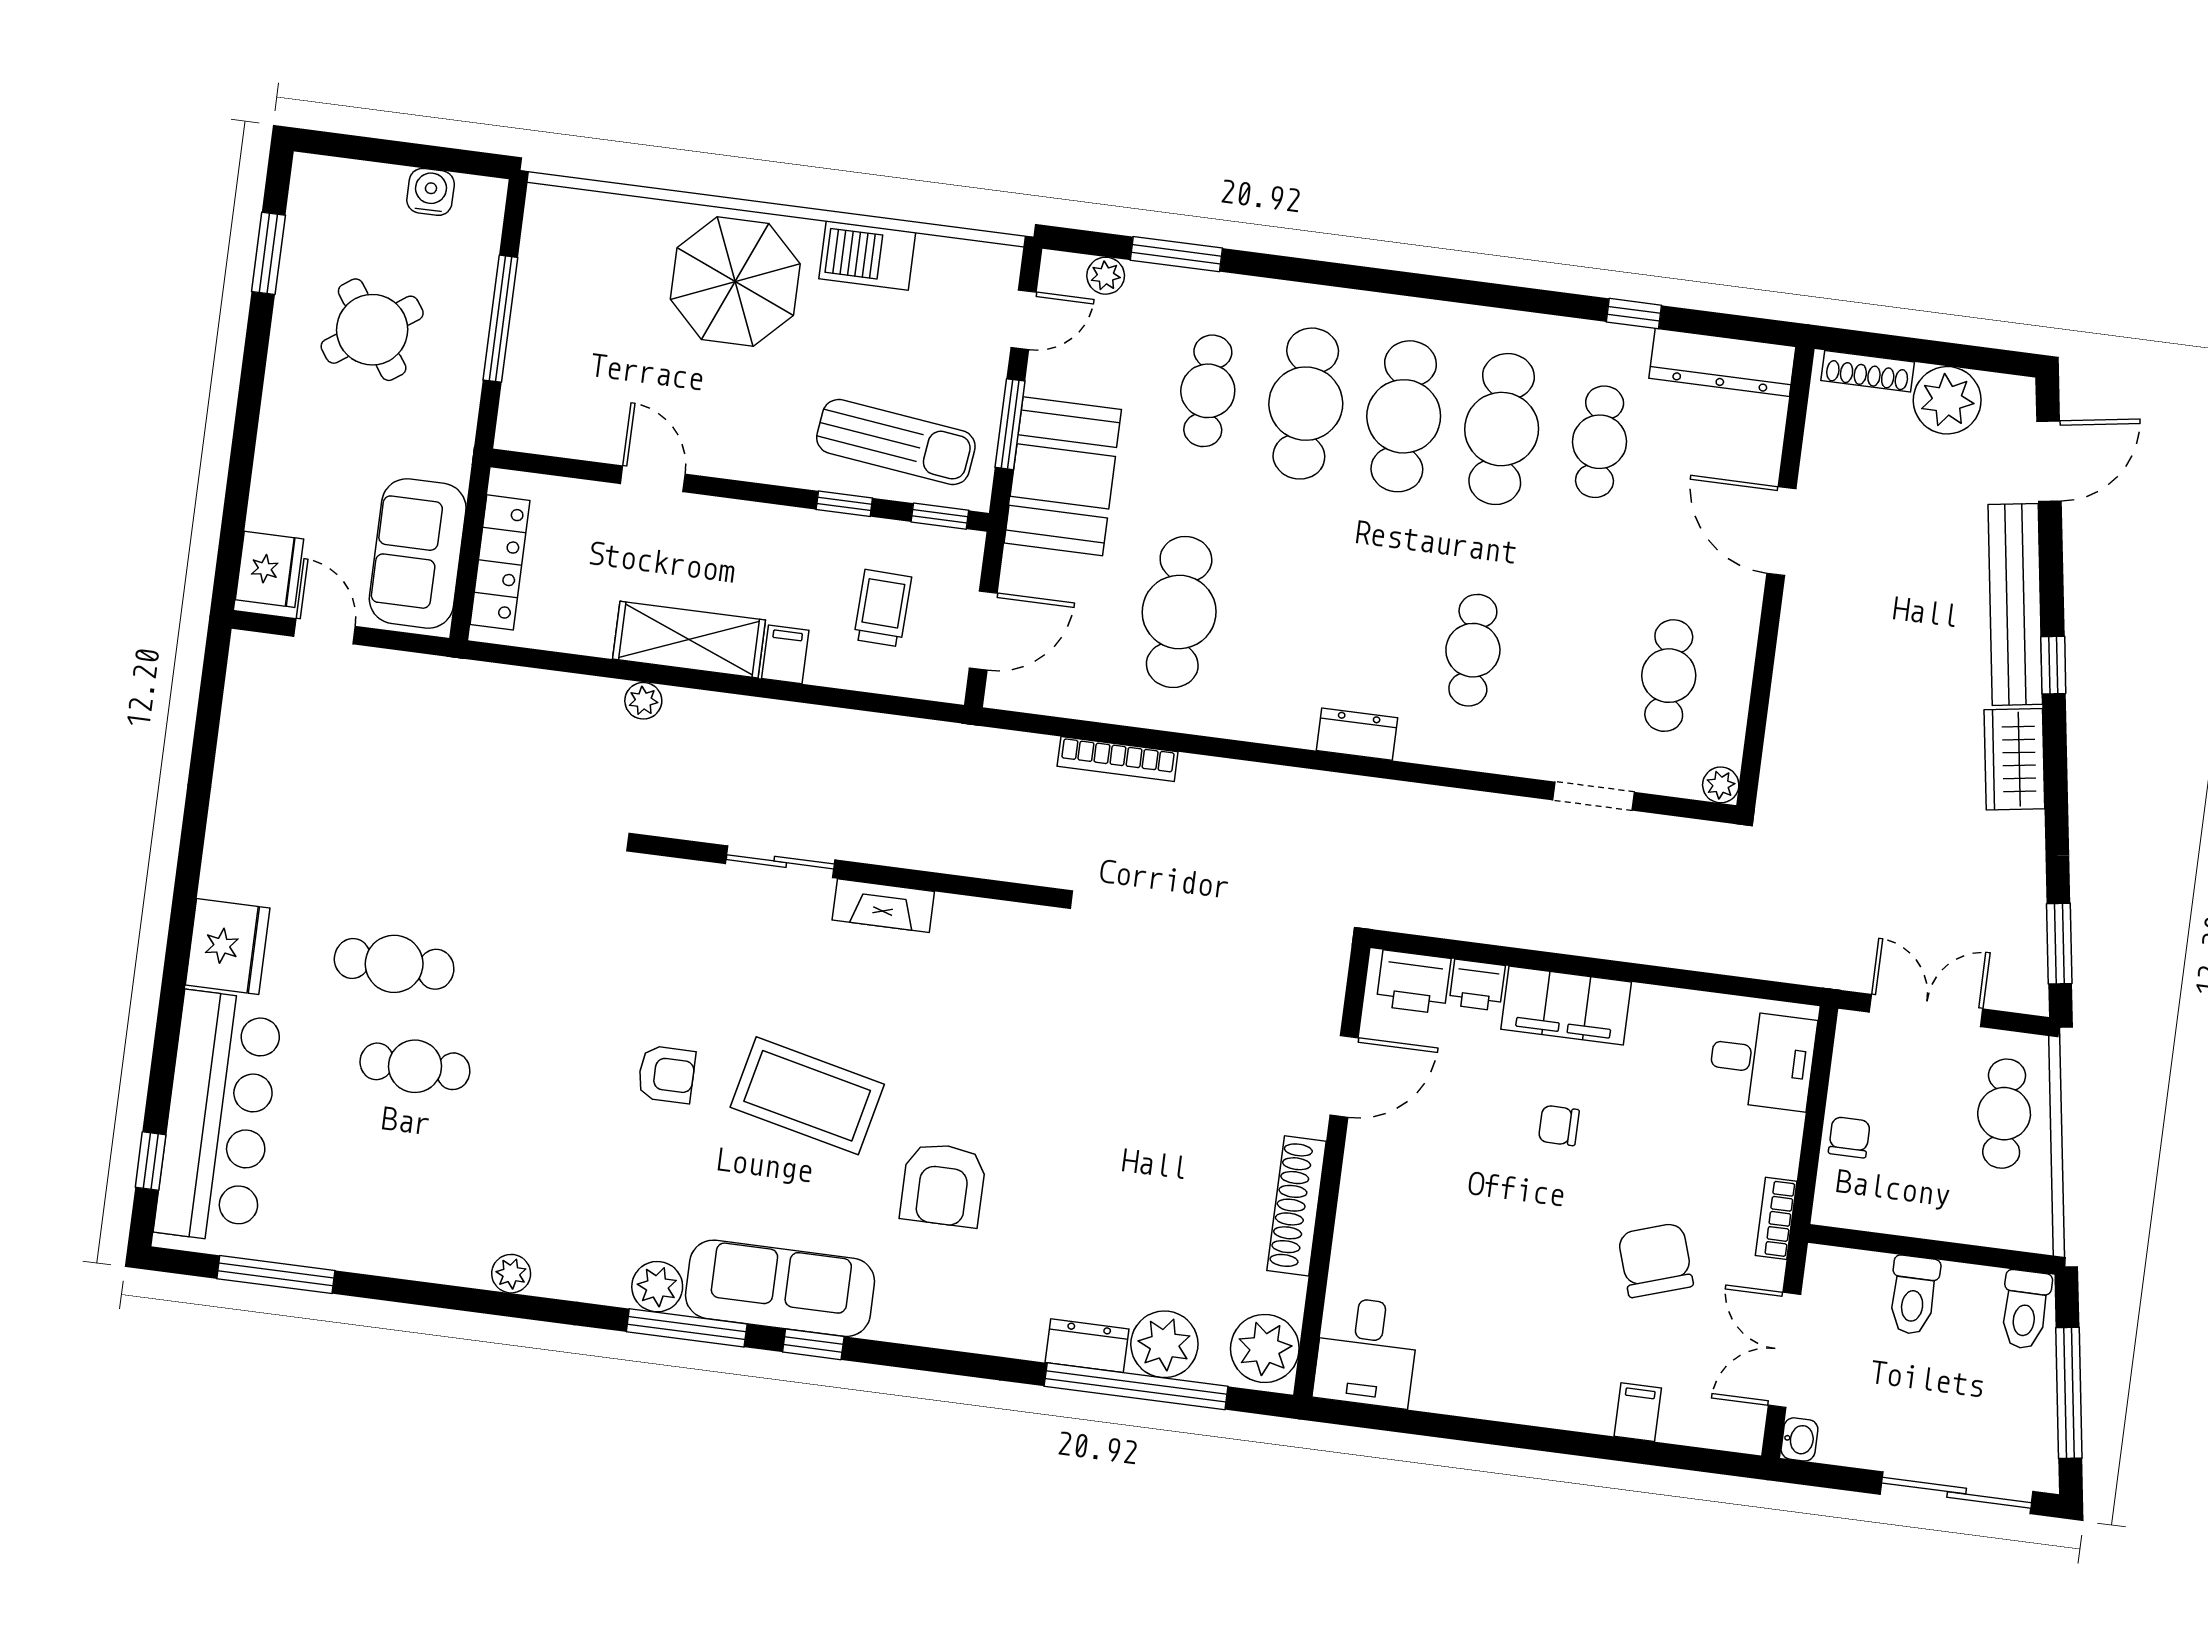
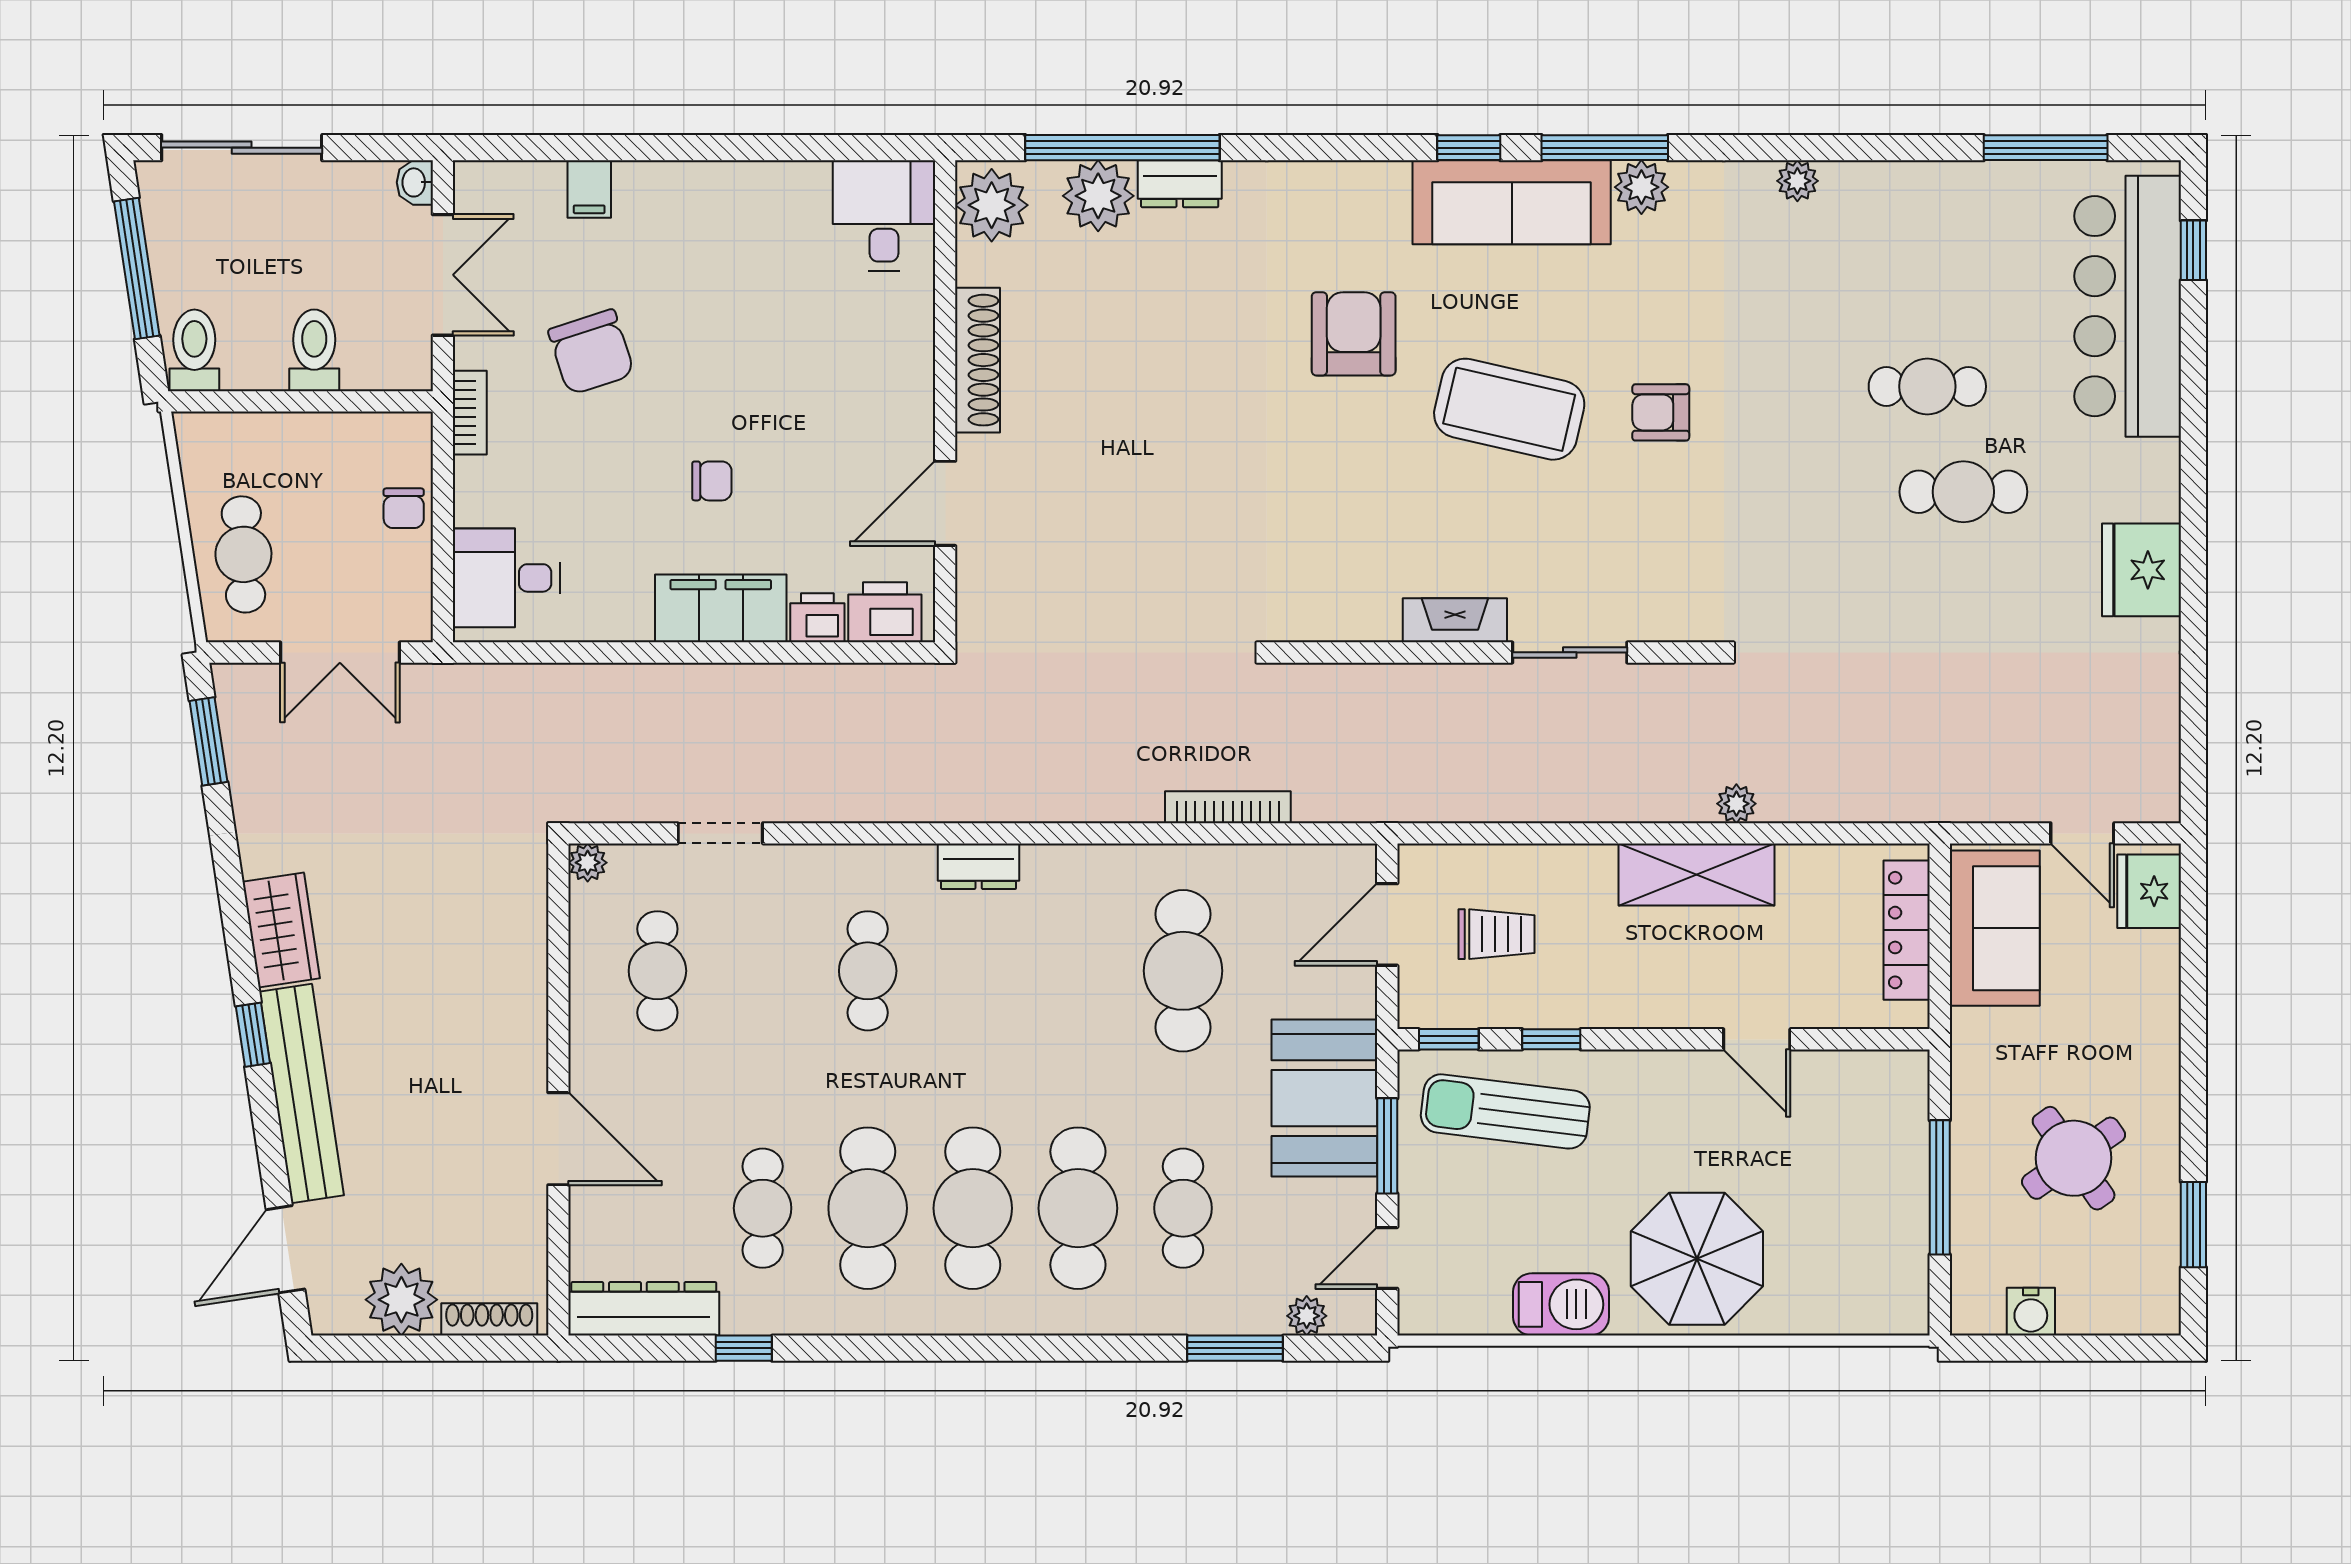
trolley: (883, 608) -> (1497, 934), turned -92
filing cabinet: (785, 654) -> (1593, 872), removed
fridge: (228, 947) -> (2141, 570), moved

